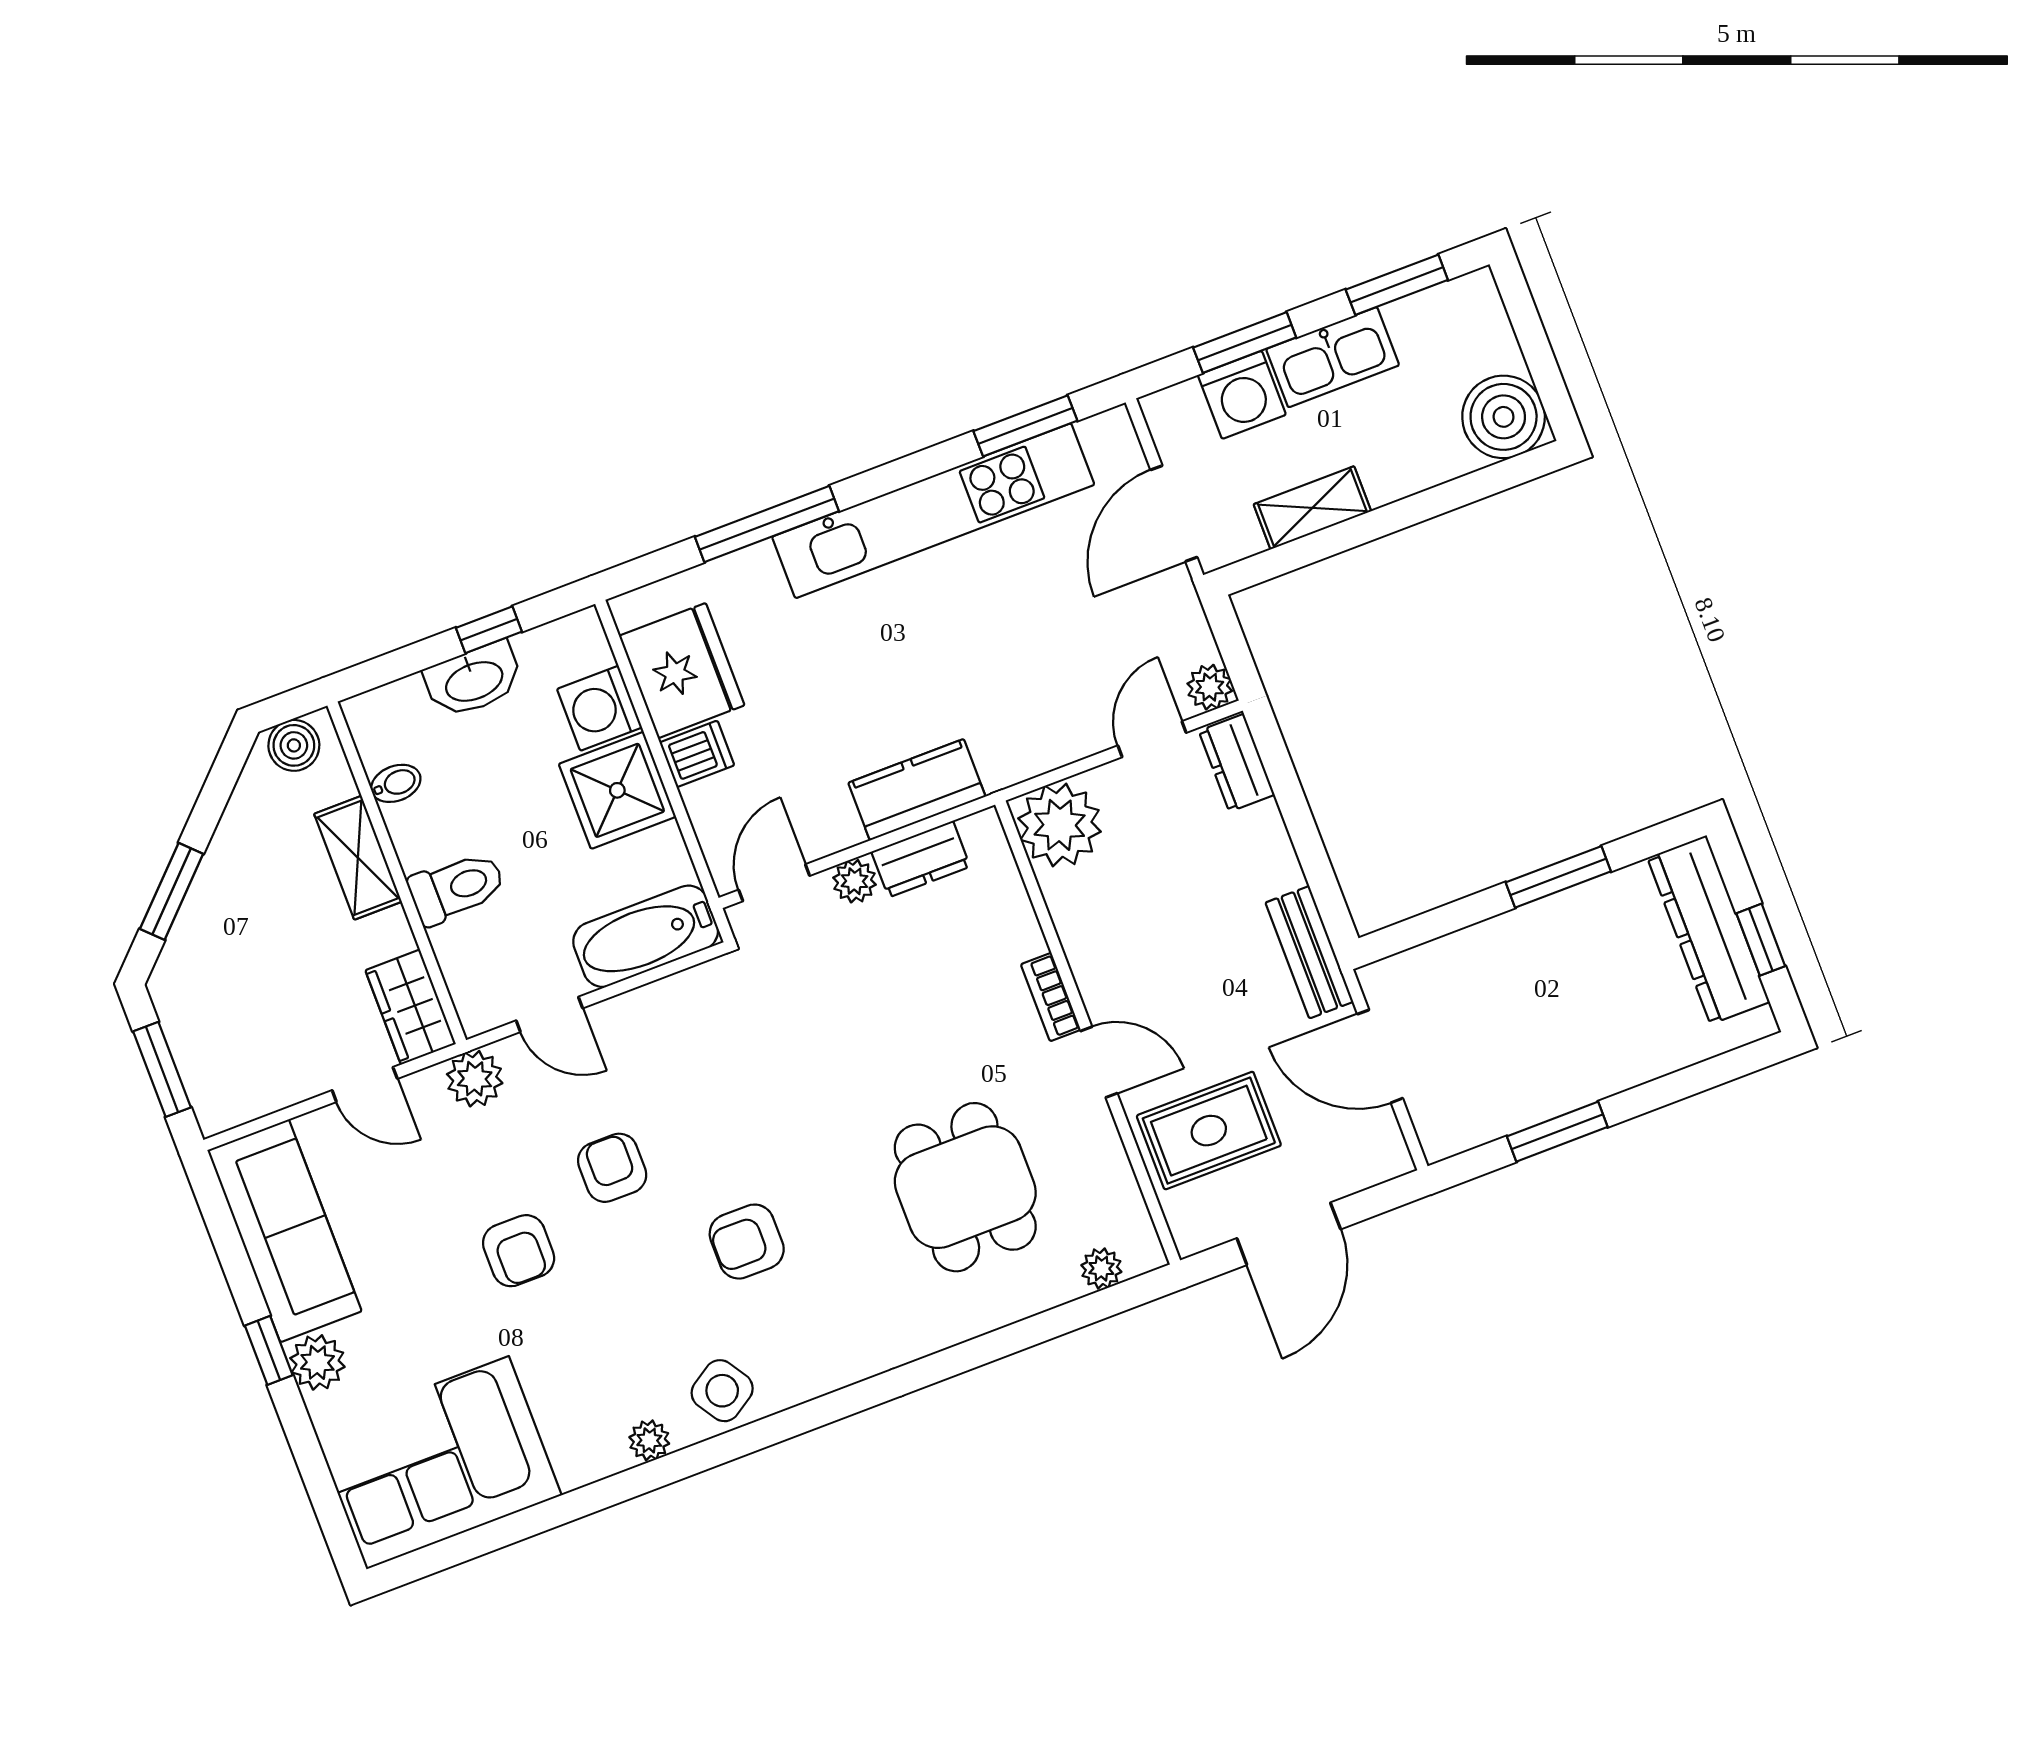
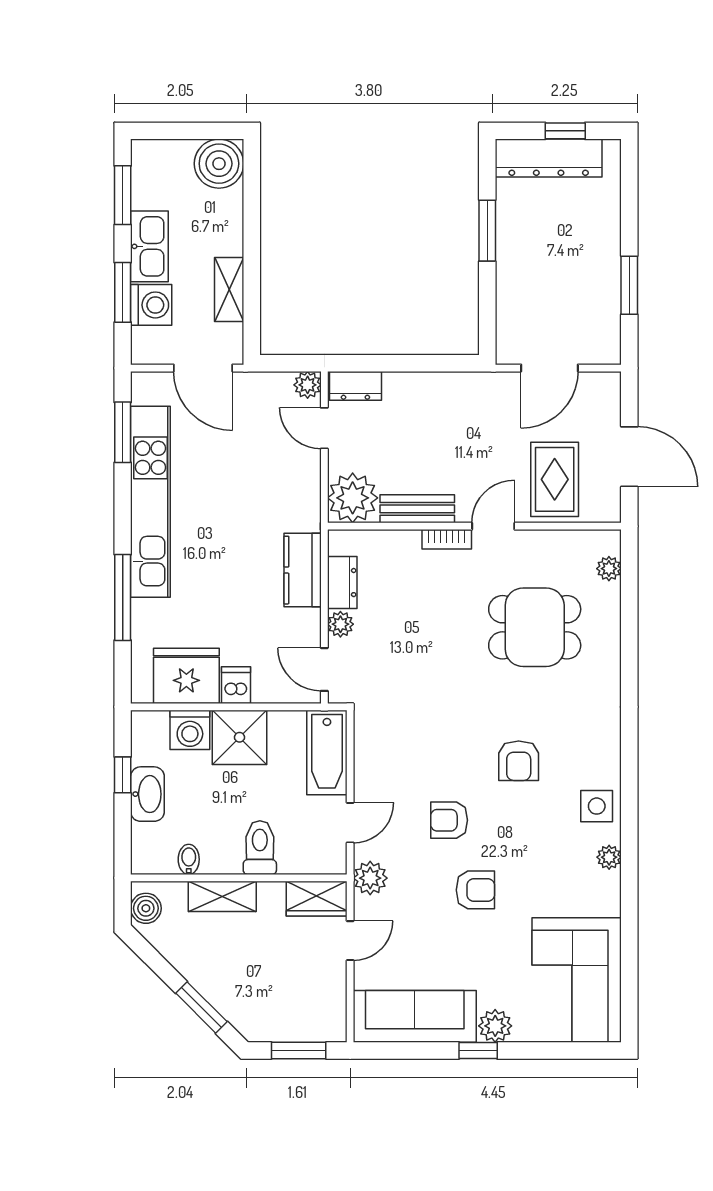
bench: (1309, 952) -> (417, 509), moved
side table: (722, 1391) -> (597, 806), turned 33

